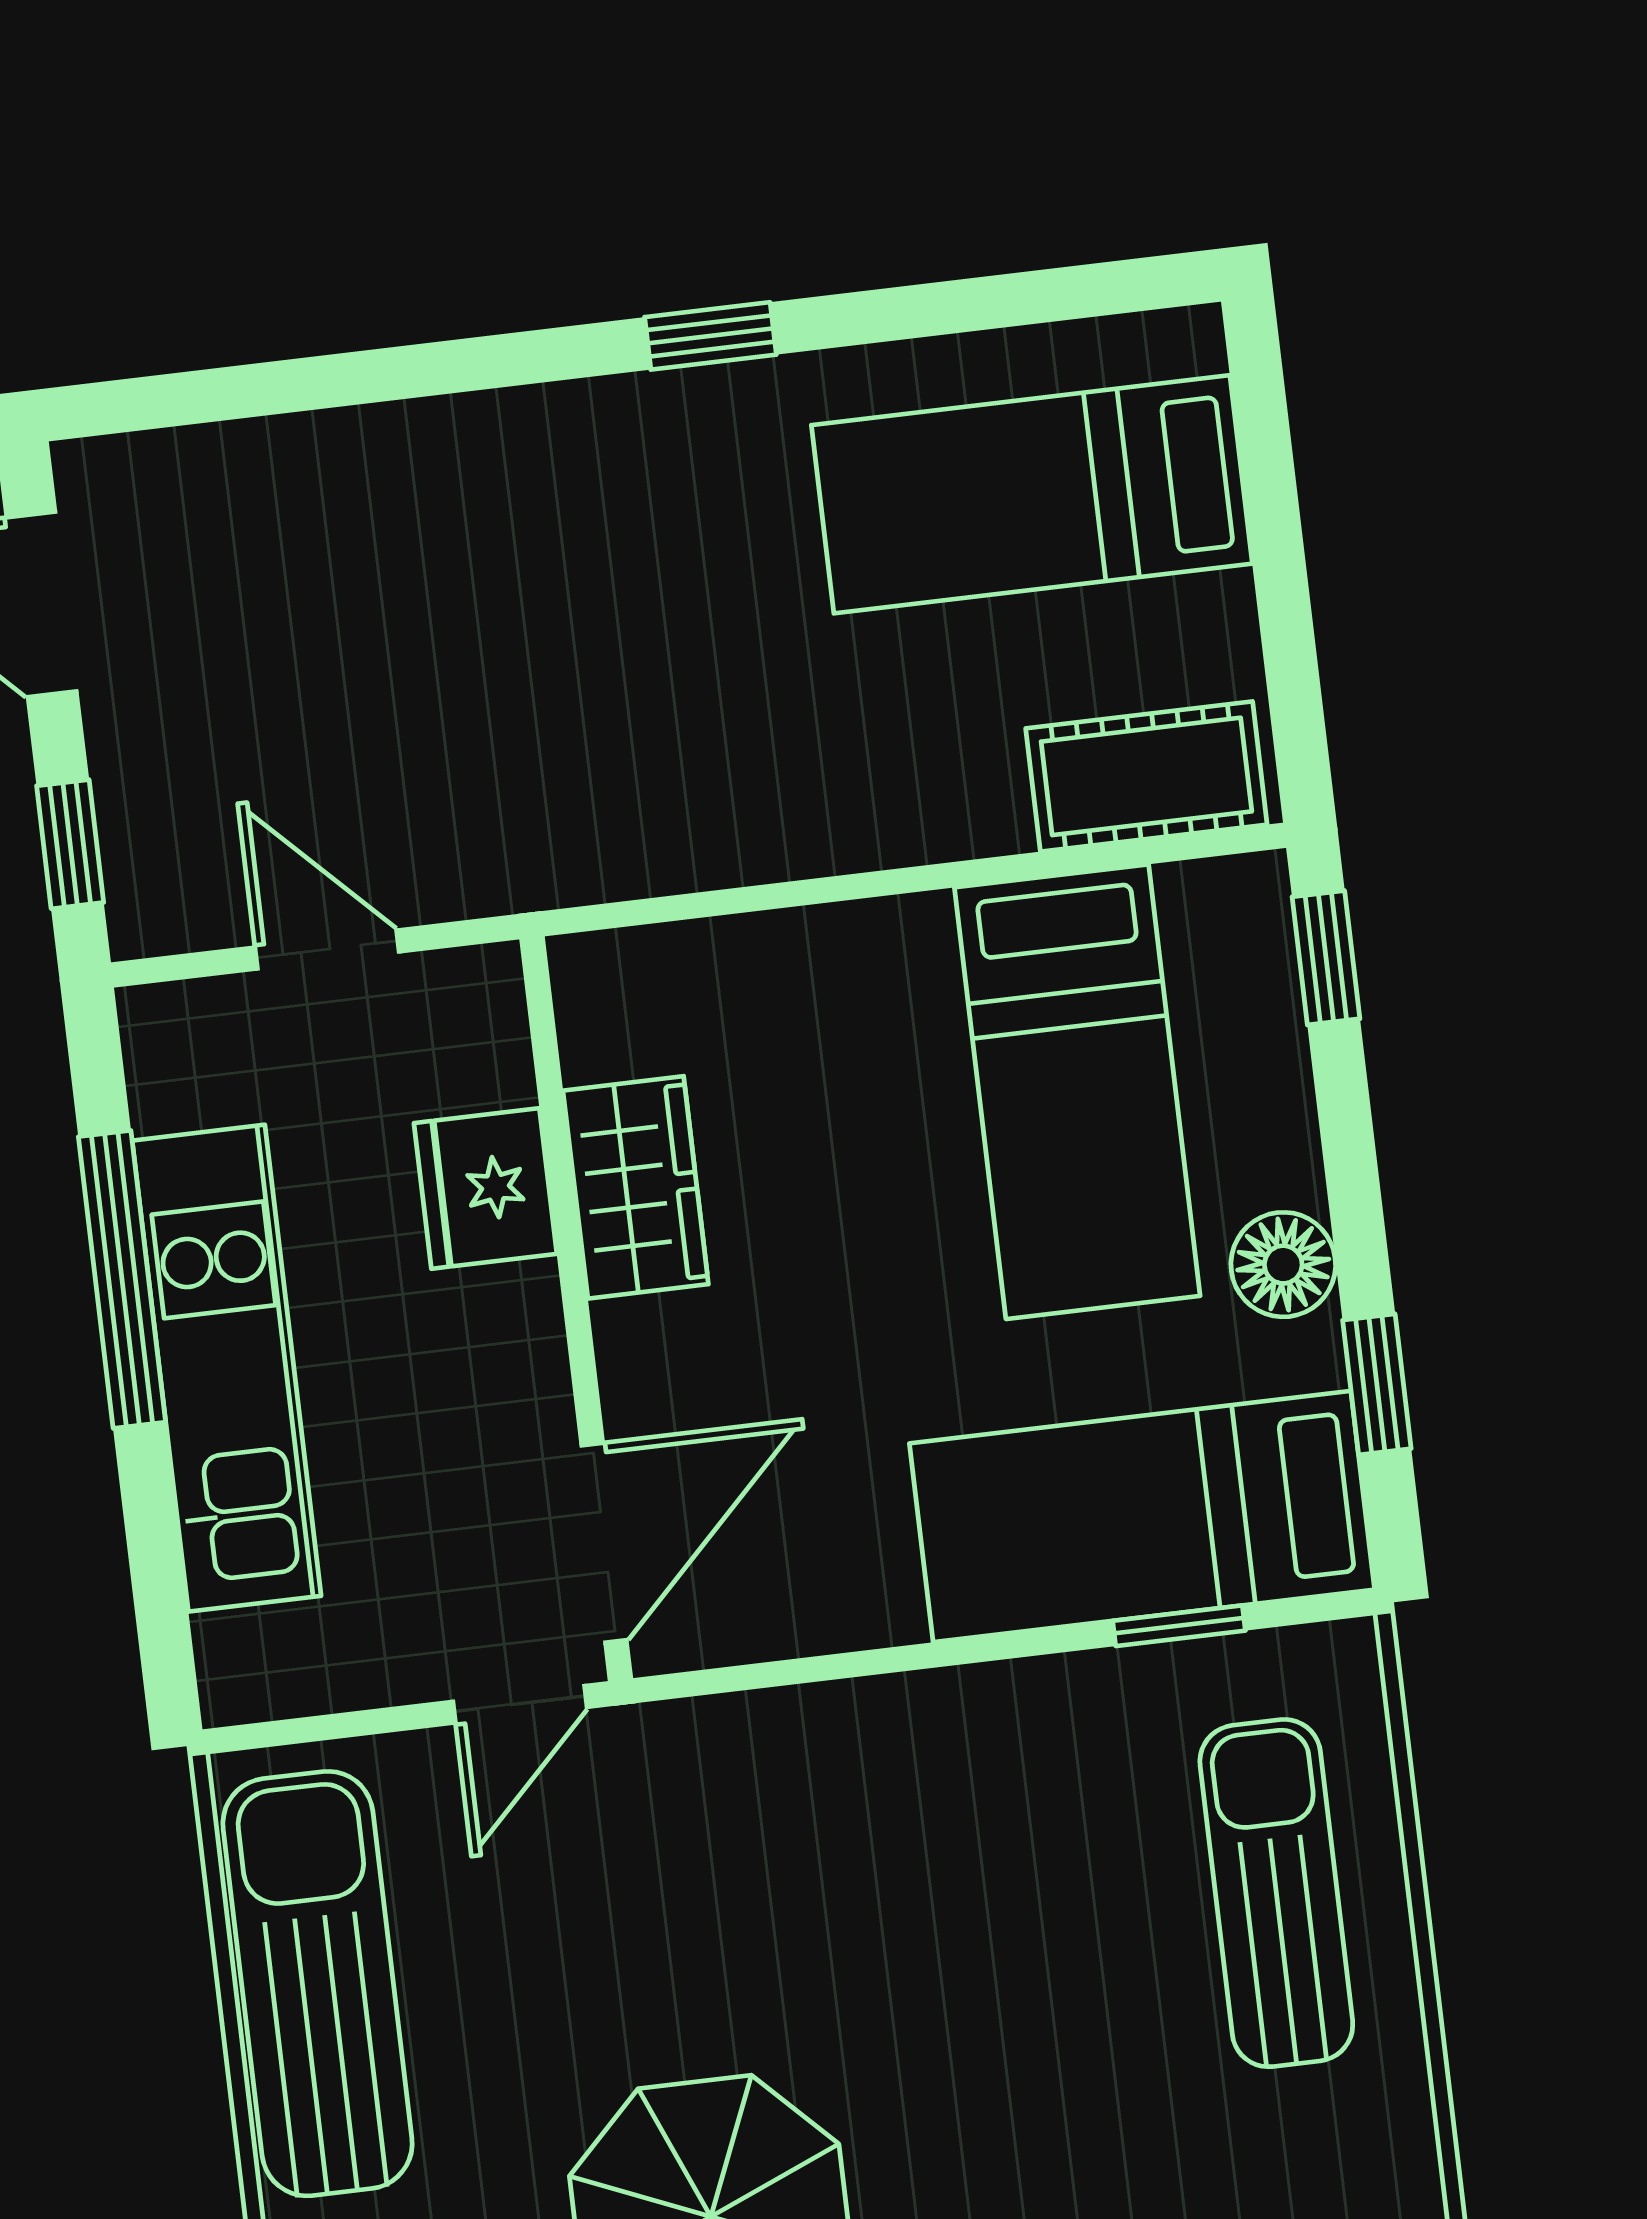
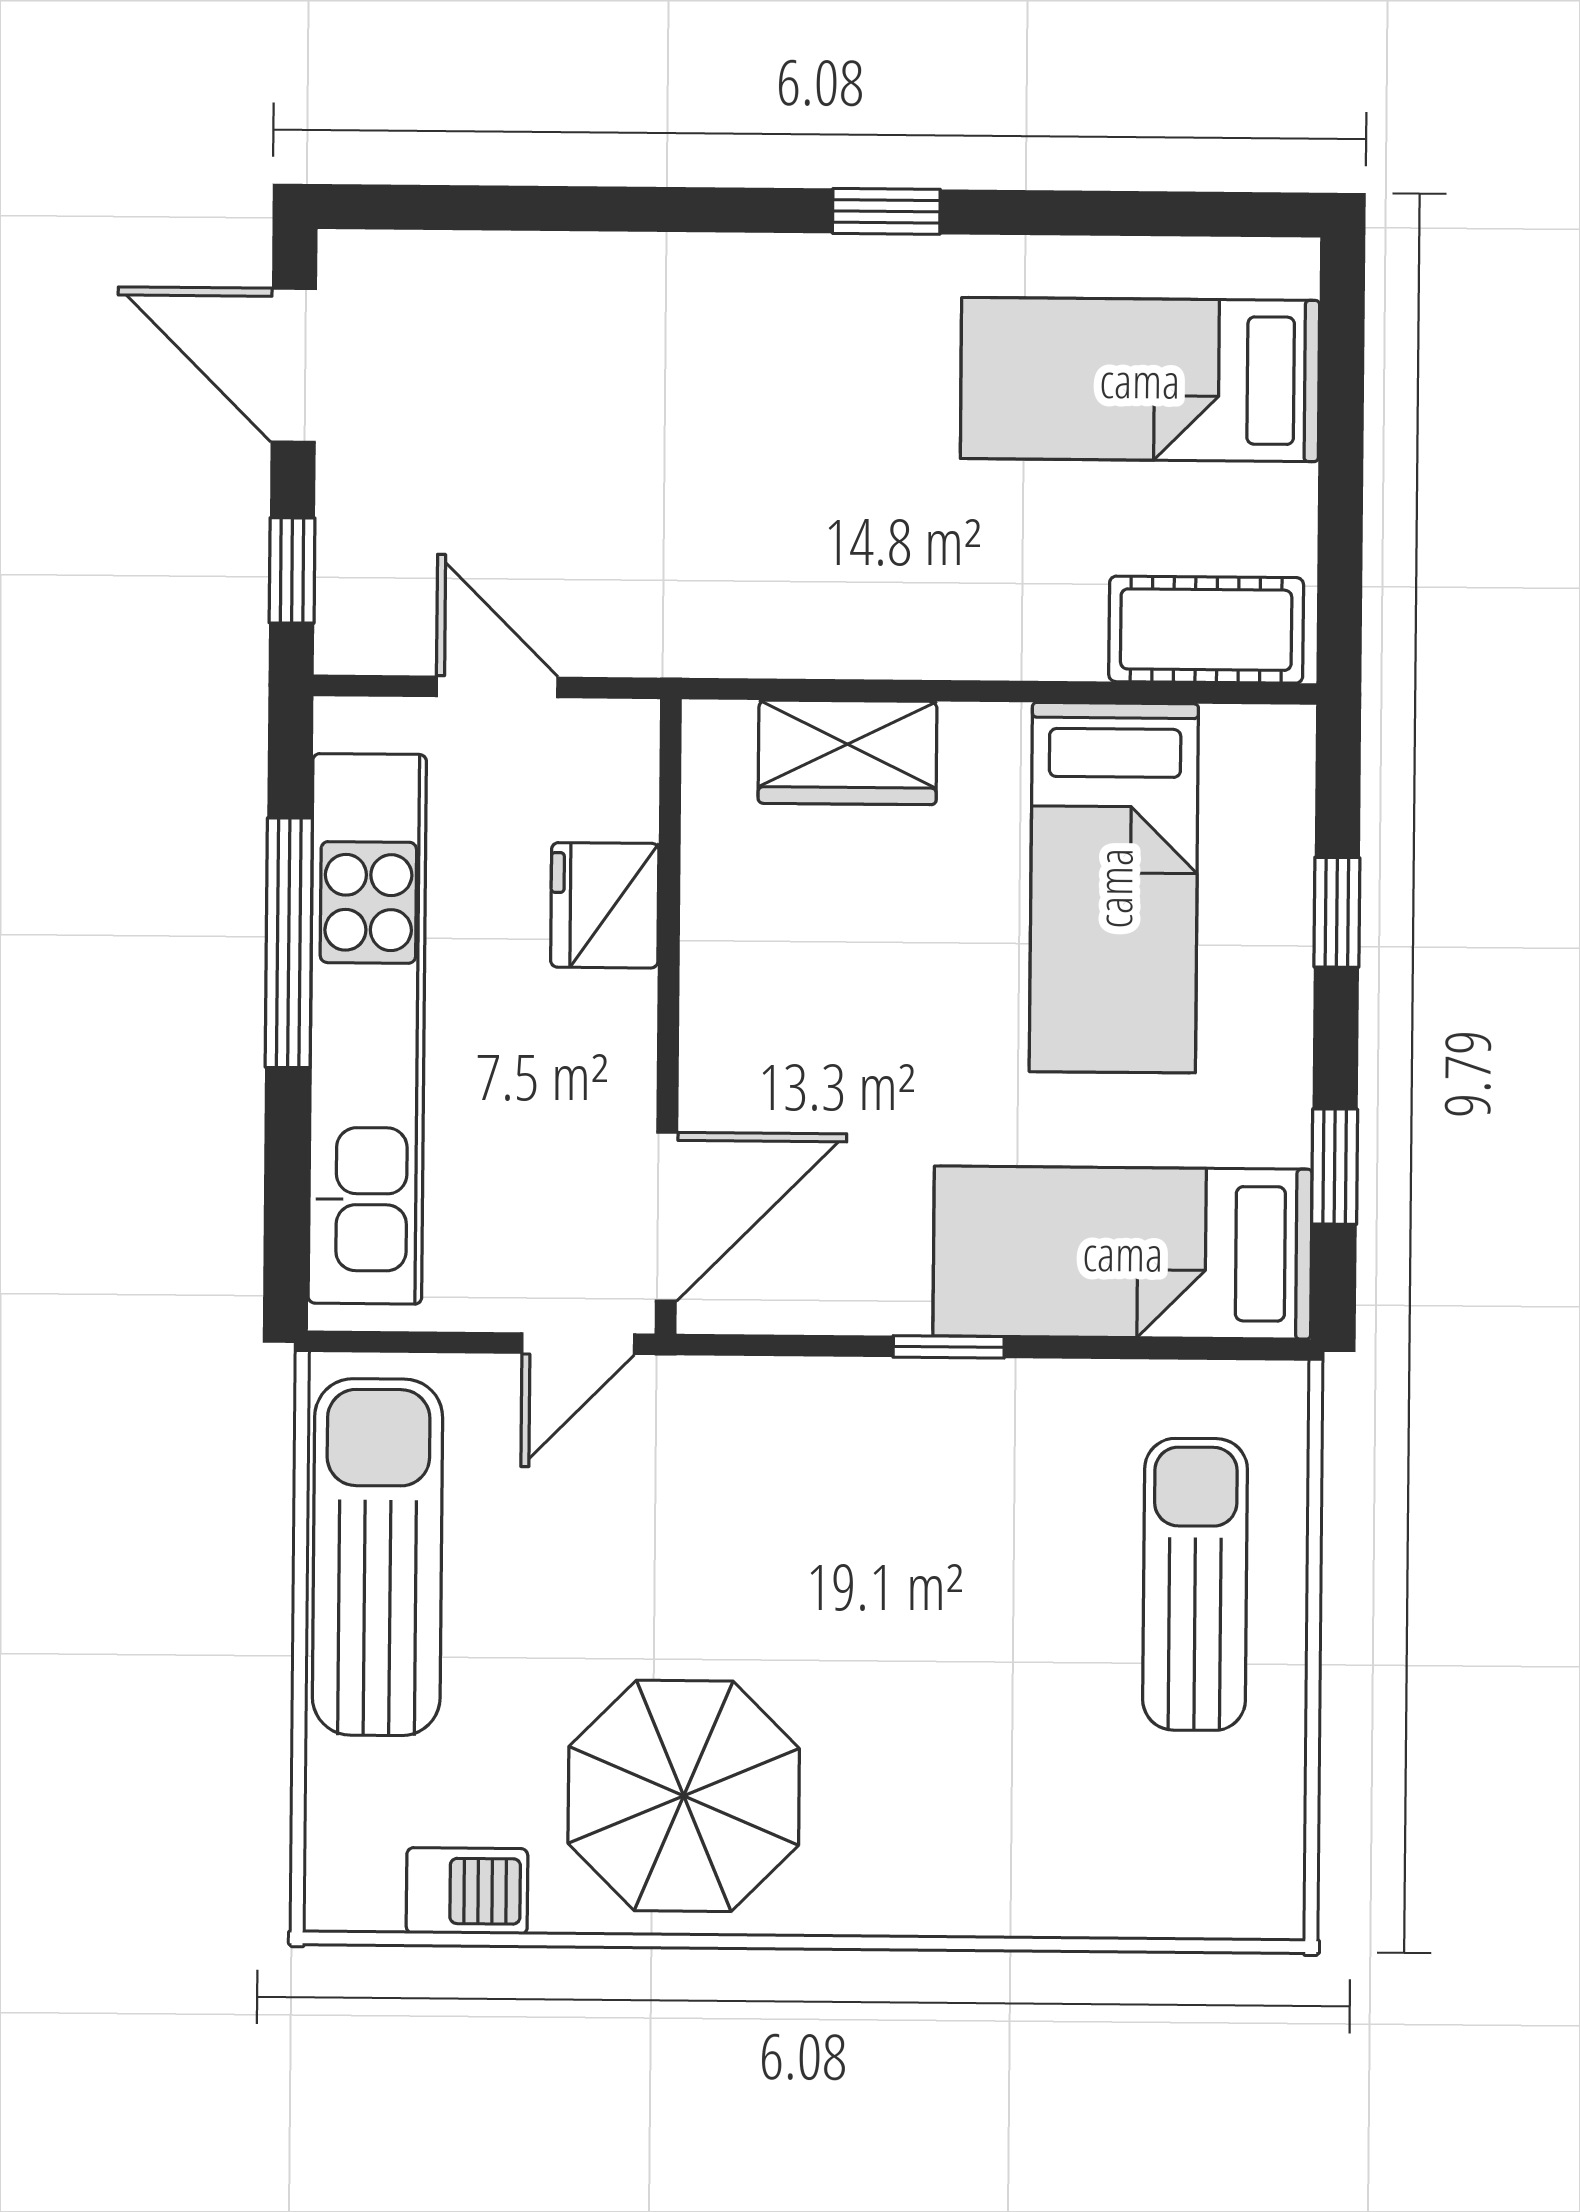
window: (1326, 958) -> (1337, 912), moved
wardrobe: (636, 1187) -> (848, 752), moved, turned 90
floor lamp: (1283, 1265) -> (1269, 1056), removed
kitchen unit: (227, 1368) -> (367, 1029), width x1.36
window: (1179, 1626) -> (949, 1347), moved

